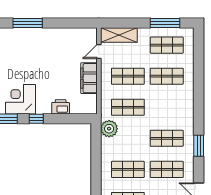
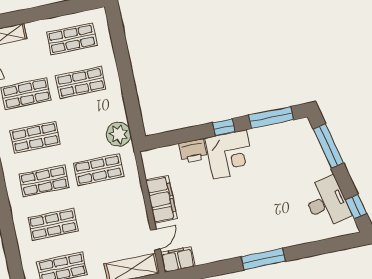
filing cabinet: (86, 35) -> (178, 259), added
shop shelf: (128, 76) -> (44, 181), moved
corner desk: (21, 99) -> (230, 155), moved

